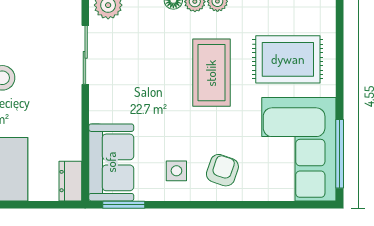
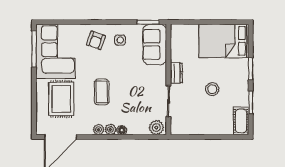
rug: (288, 59) -> (61, 99), turned 90
coffee table: (211, 73) -> (102, 92), width x0.73, depth x0.76
dresser: (70, 181) -> (176, 73), moved

